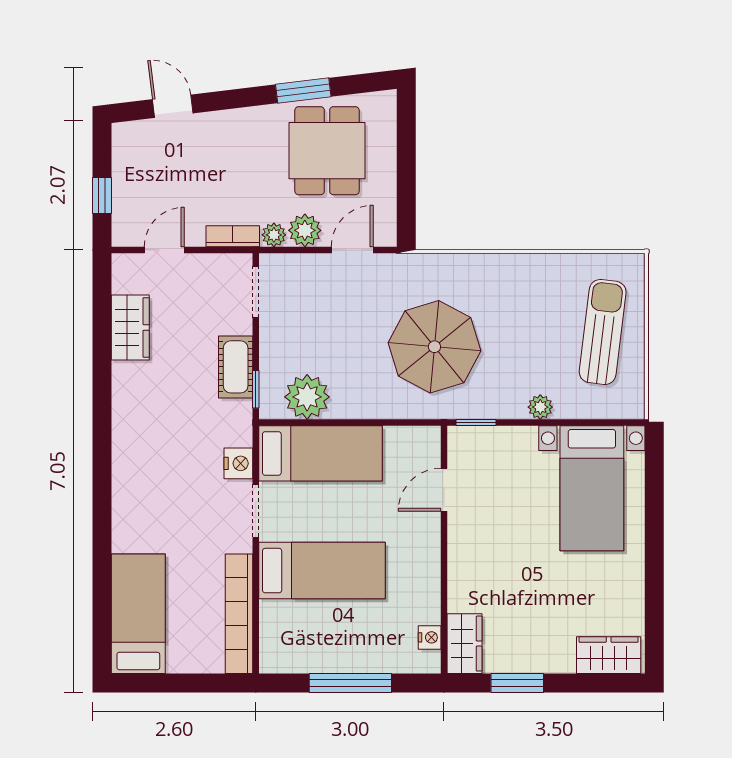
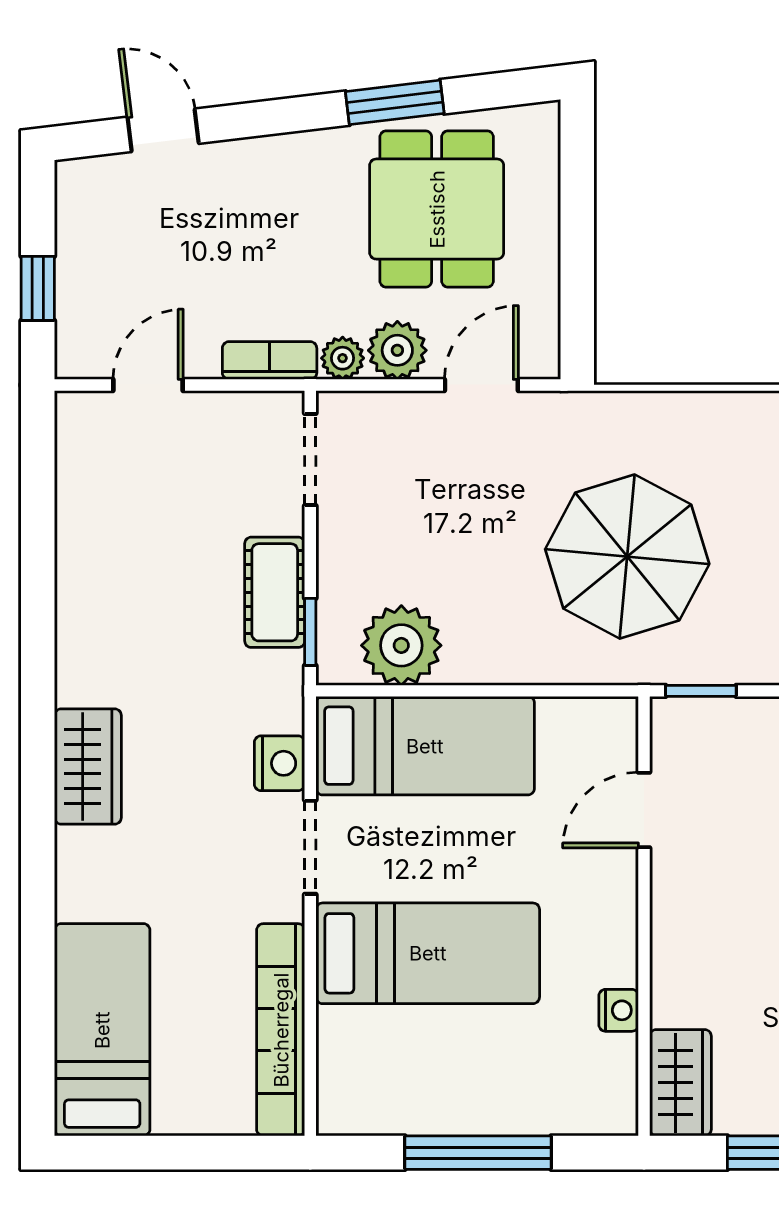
wardrobe: (130, 327) -> (88, 767), moved
nightstand: (430, 637) -> (619, 1010), moved

